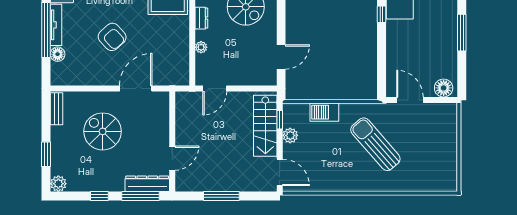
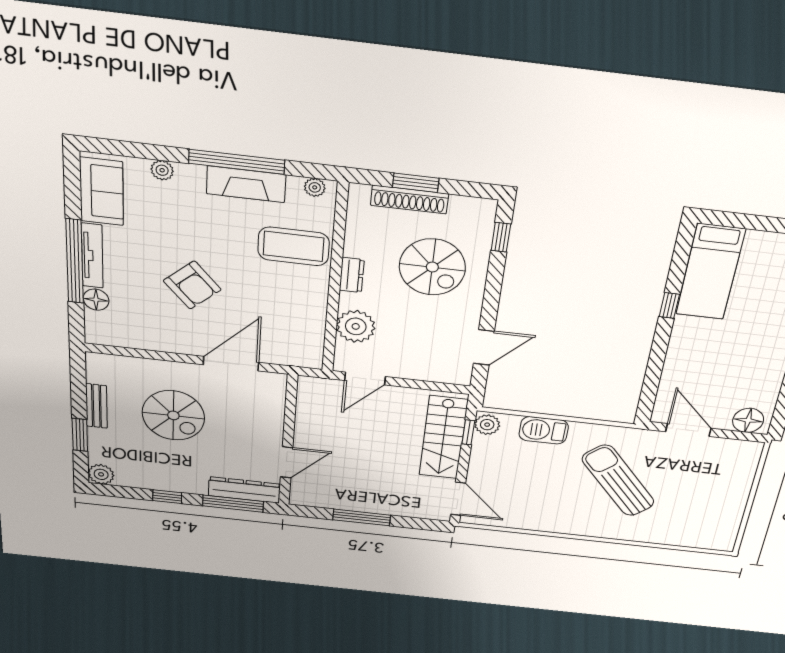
plant: (201, 47) -> (356, 326), width x1.87, depth x1.87
bench: (56, 109) -> (96, 406), moved
spiral stairs: (103, 131) -> (173, 415), turned 180
plant: (290, 135) -> (487, 425), moved

